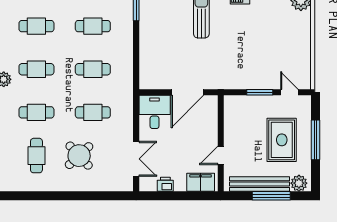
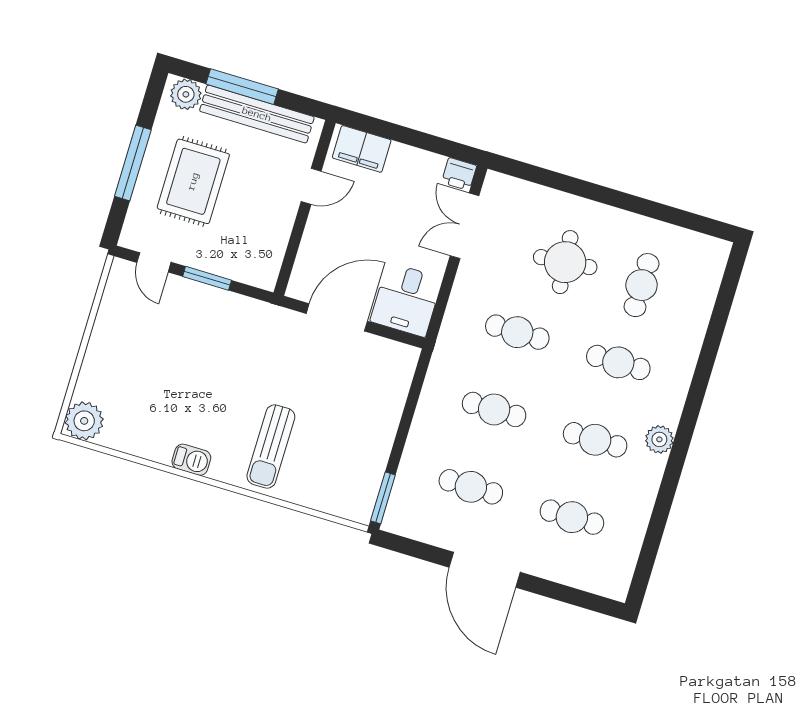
round table: (79, 156) -> (565, 262), turned 38
printer: (165, 184) -> (459, 174), moved

